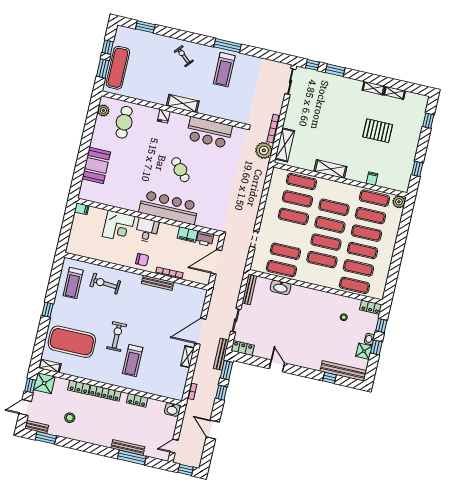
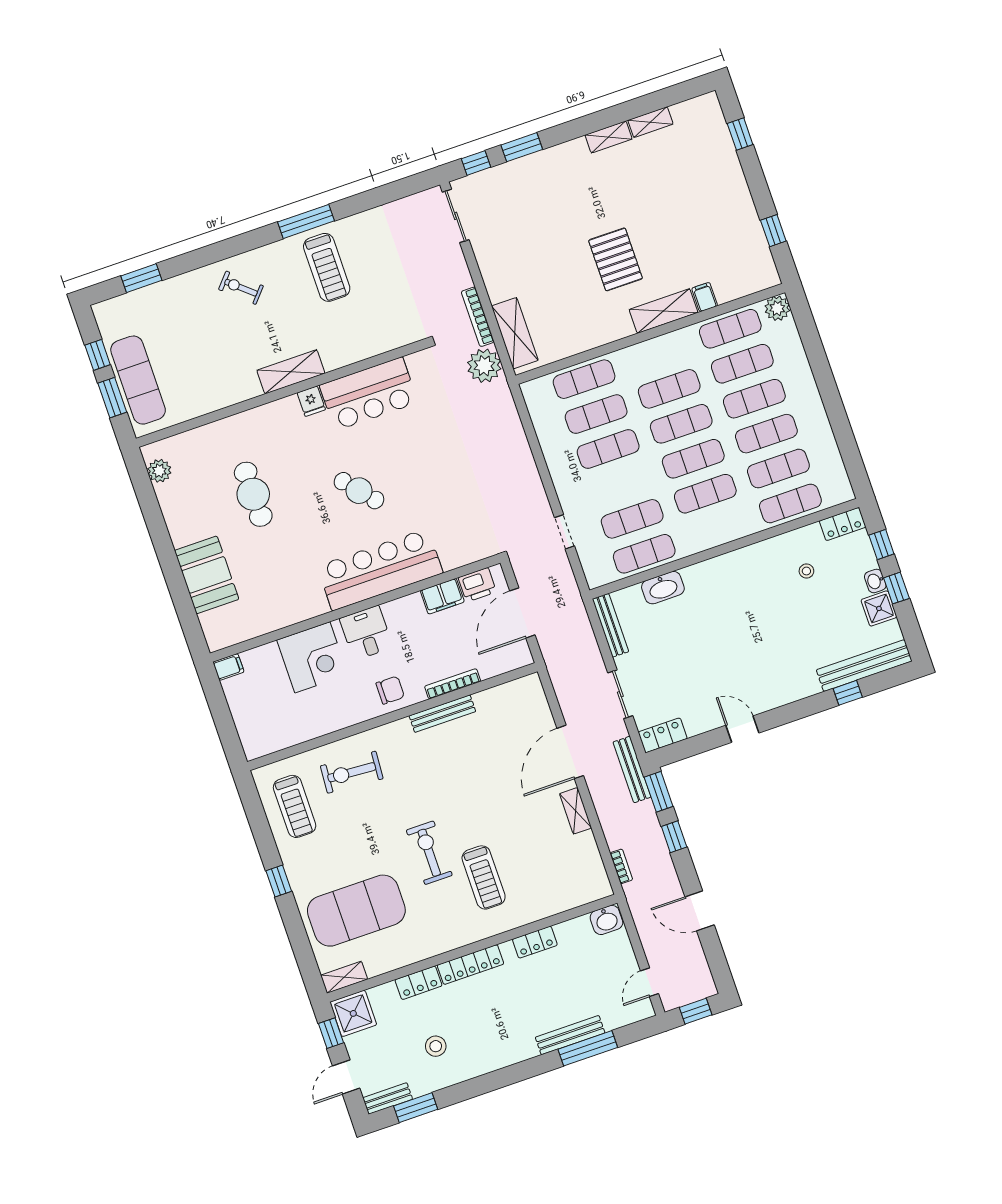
fridge: (164, 116) -> (311, 401), moved
cafe table: (124, 122) -> (253, 494), moved
pallet: (378, 131) -> (615, 259), moved, turned 90
shelving: (330, 169) -> (663, 311), moved

